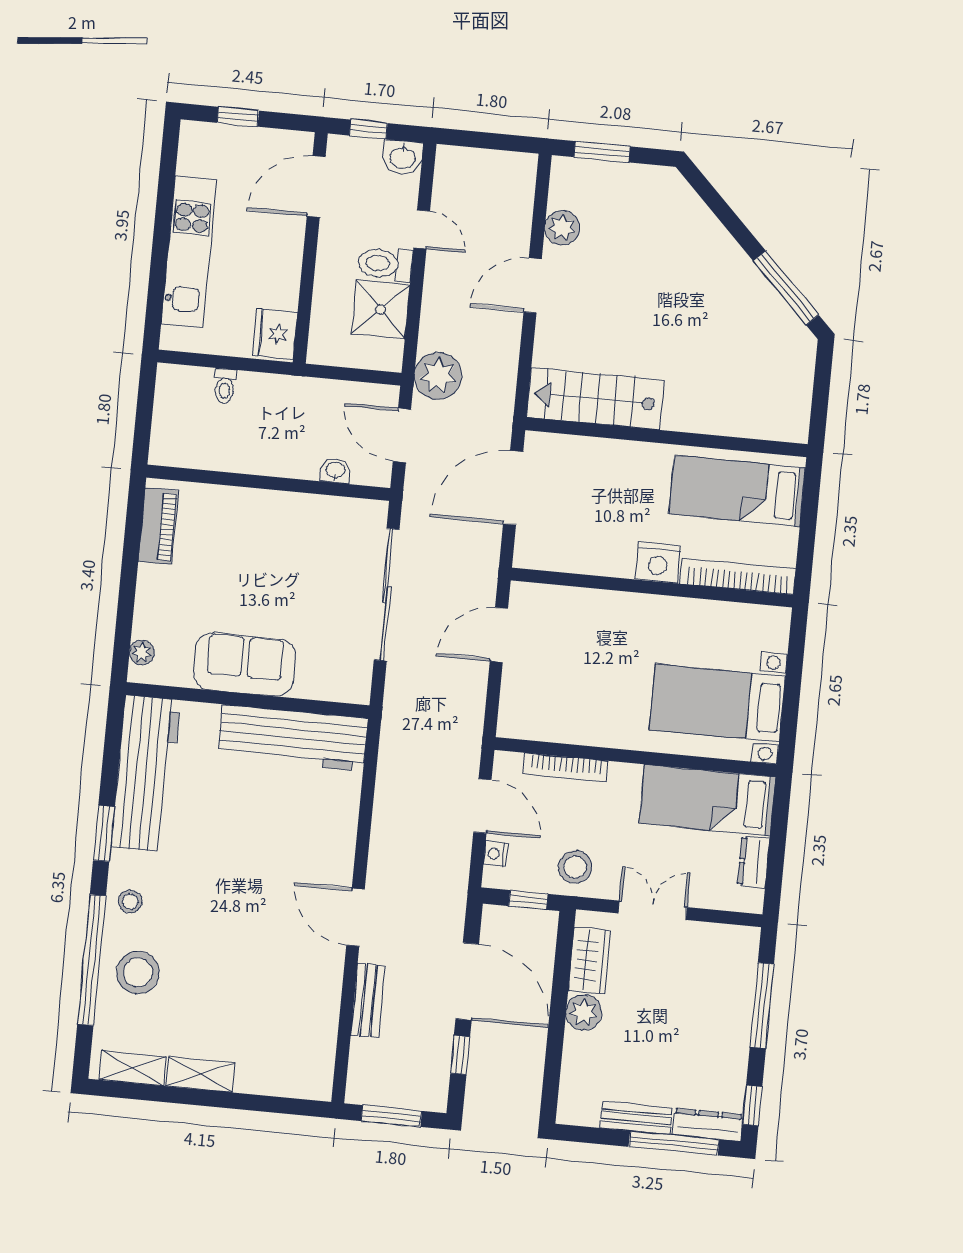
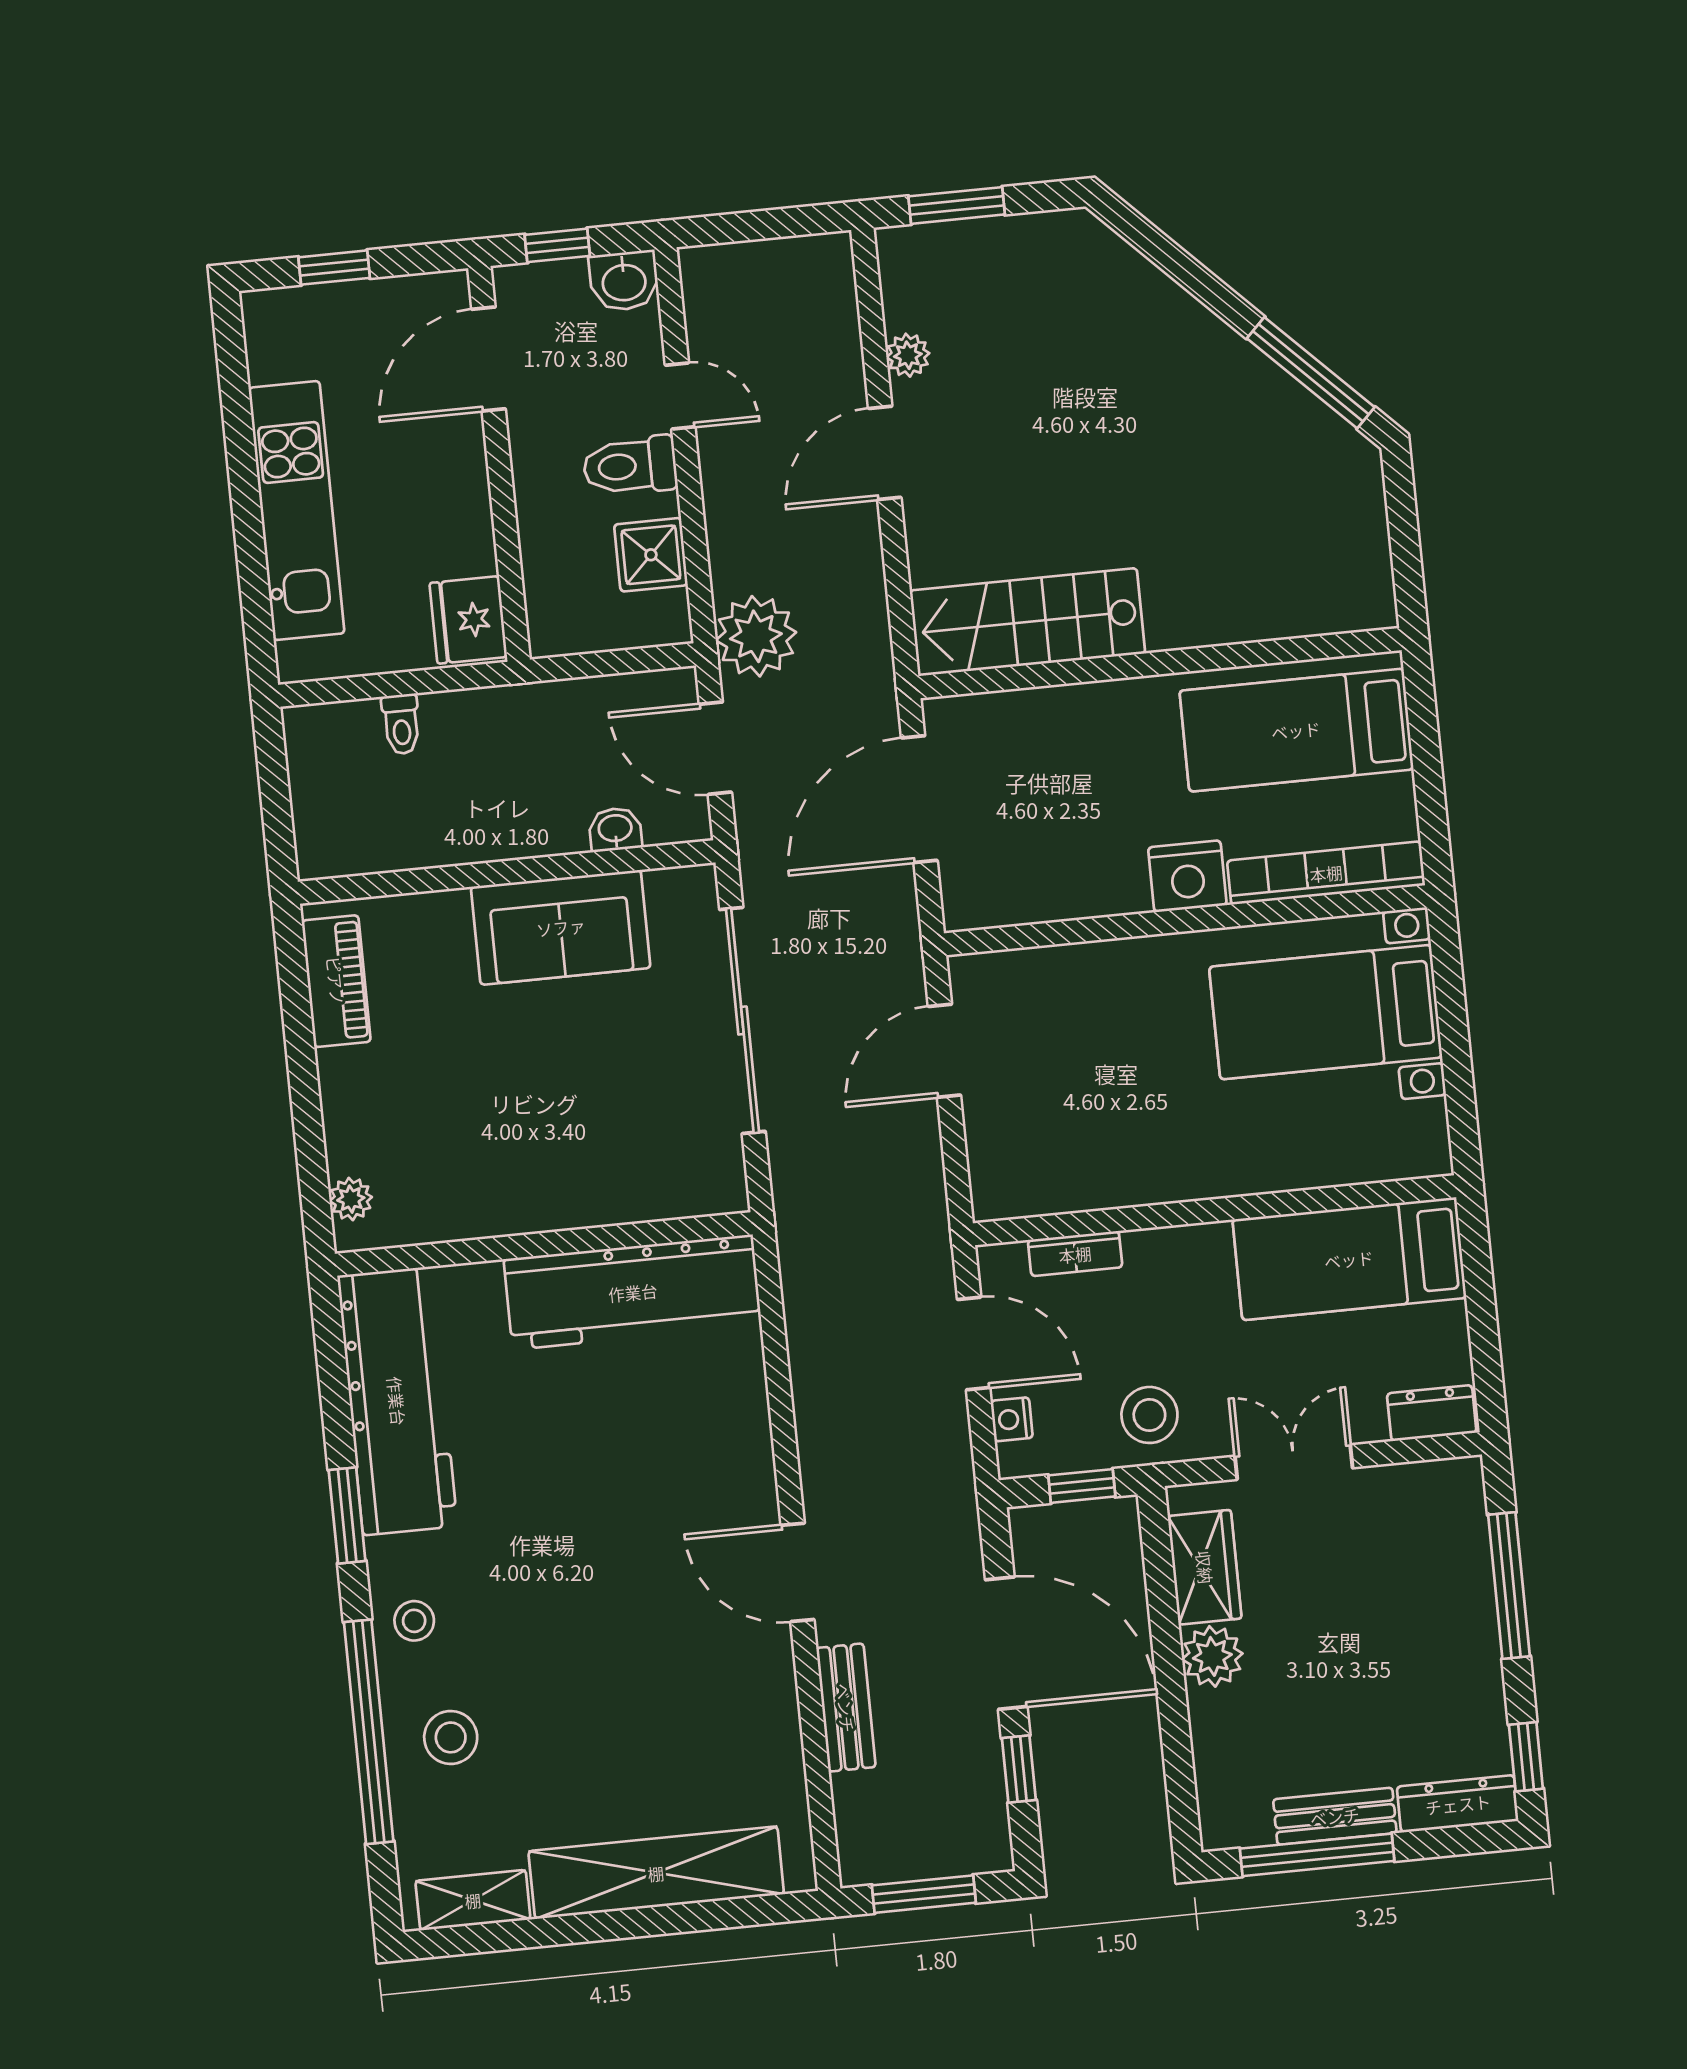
plant: (562, 228) -> (908, 355), width x0.73, depth x0.73
shower: (381, 309) -> (651, 555), width x0.73, depth x0.73
sofa: (245, 664) -> (561, 927), moved, turned 180
bed with nightstands: (717, 703) -> (1326, 1012), moved
bookcase: (566, 767) -> (1075, 1254), width x0.64
dresser: (753, 862) -> (1432, 1413), moved, turned 90
stool: (138, 972) -> (451, 1737), width x0.73, depth x0.73
shelving: (200, 1074) -> (656, 1873), width x2.20, depth x1.33
window: (674, 1143) -> (1317, 1855), moved

